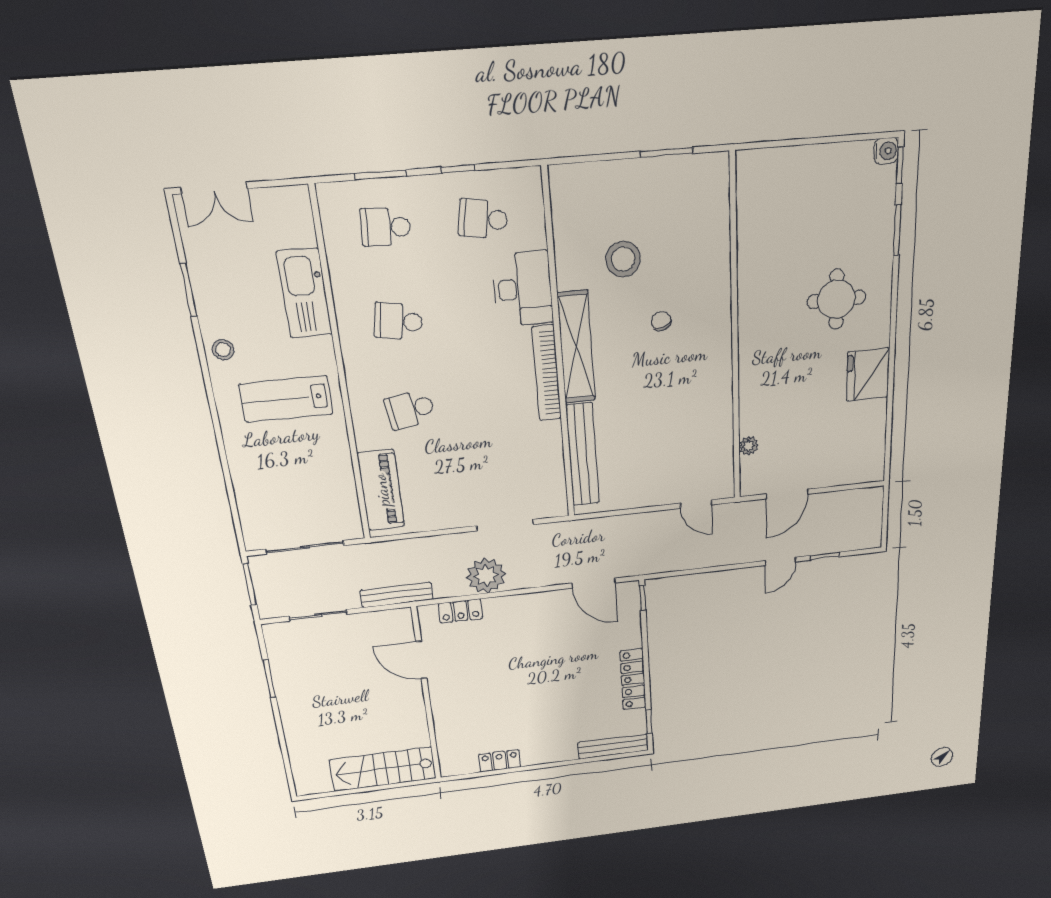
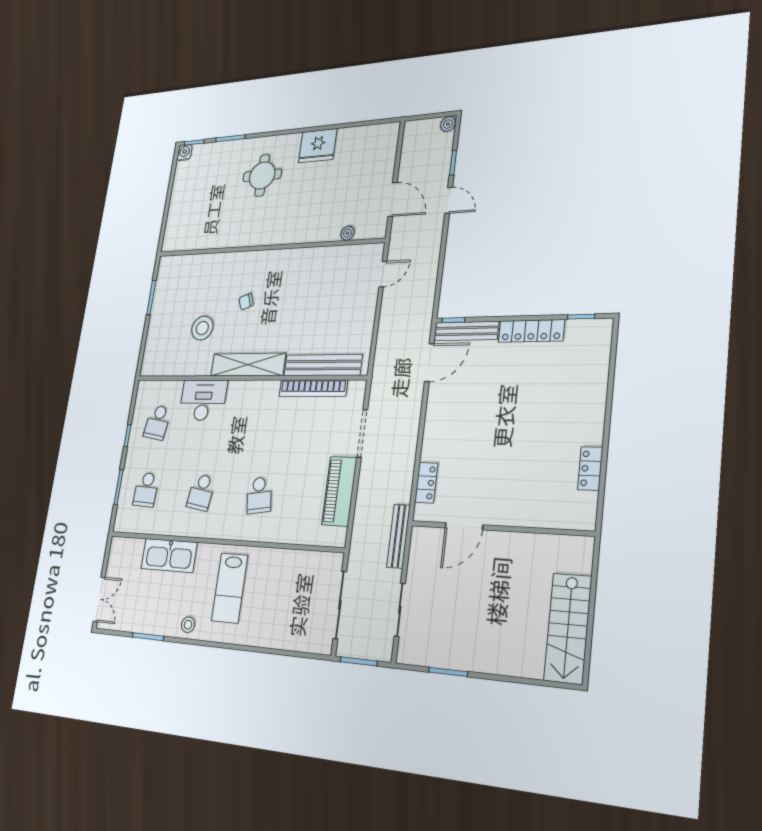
bookcase: (547, 373) -> (313, 388), moved
piano: (381, 490) -> (339, 491), moved, turned -90
plant: (486, 576) -> (448, 124), moved, width x0.53, depth x0.53
bench: (613, 746) -> (466, 331), moved, turned 90
stairs: (383, 769) -> (568, 628), moved

